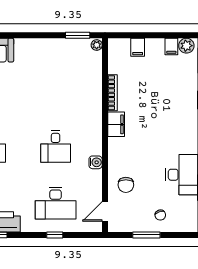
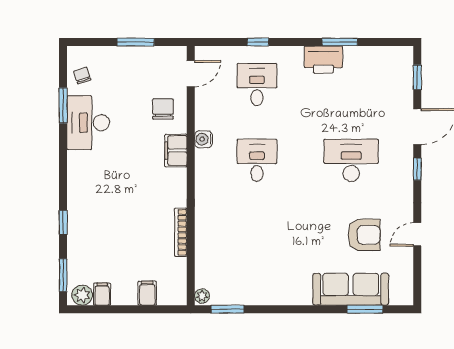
filing cabinet: (116, 124) -> (176, 151), moved
desk: (56, 203) -> (257, 85), width x0.73
chair: (160, 215) -> (82, 76), moved

